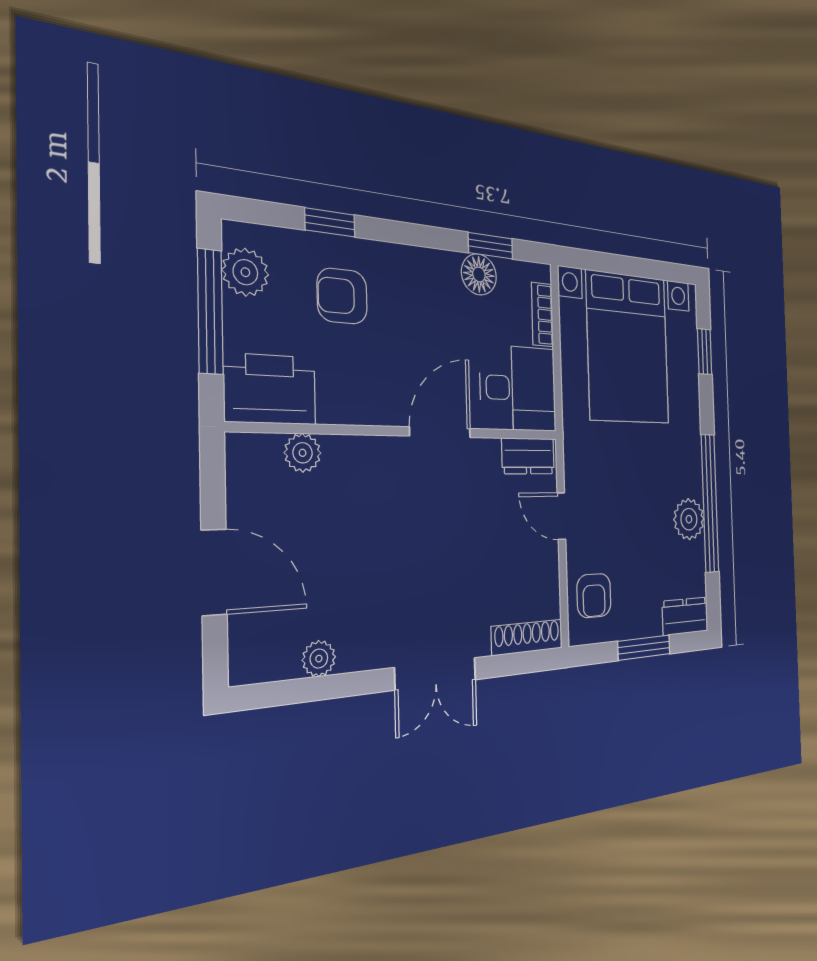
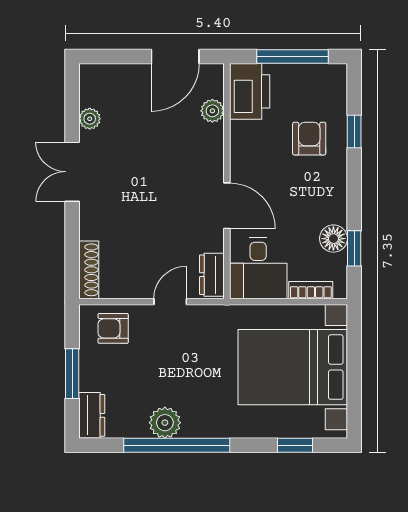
plant: (245, 272) -> (317, 78), removed
door: (214, 572) -> (175, 57), moved
double door: (436, 674) -> (72, 172), moved

